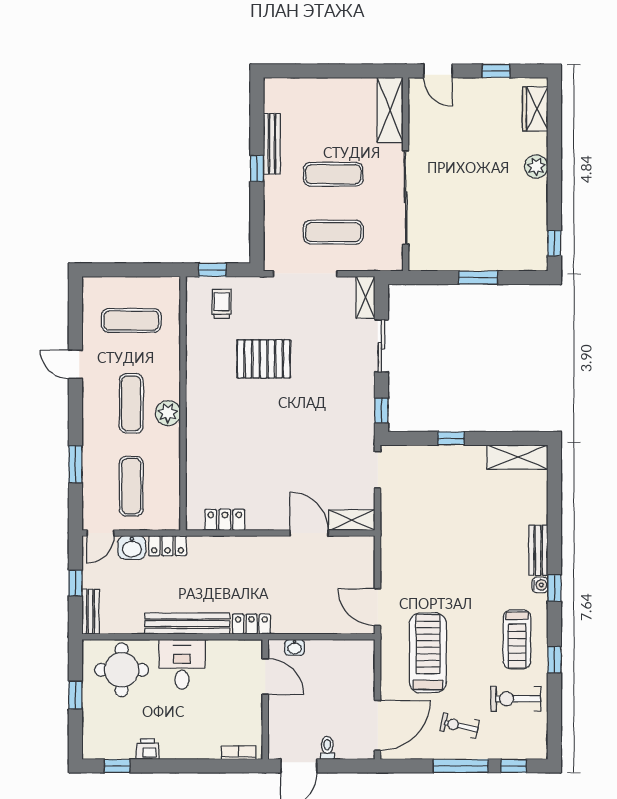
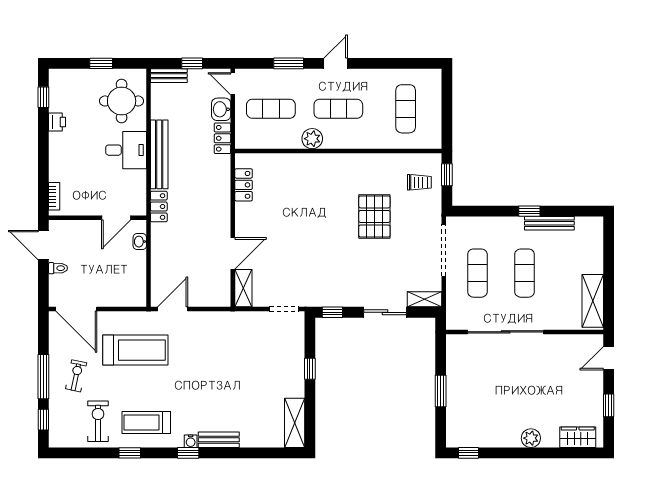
shelving: (390, 110) -> (593, 301), moved, turned 90
door: (75, 364) -> (336, 63), moved
plant: (168, 413) -> (312, 139), moved

